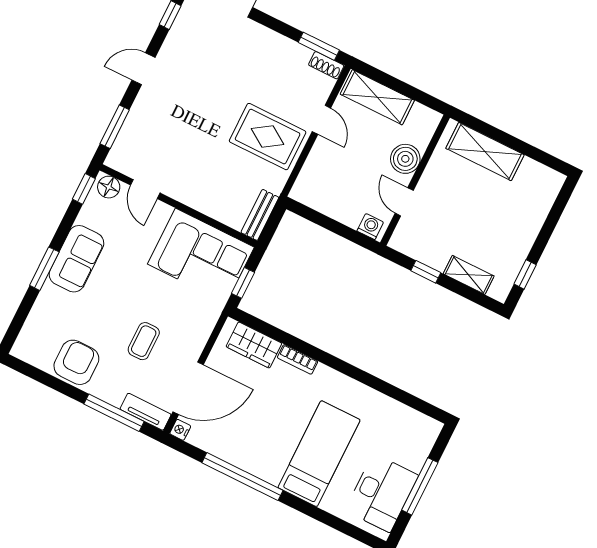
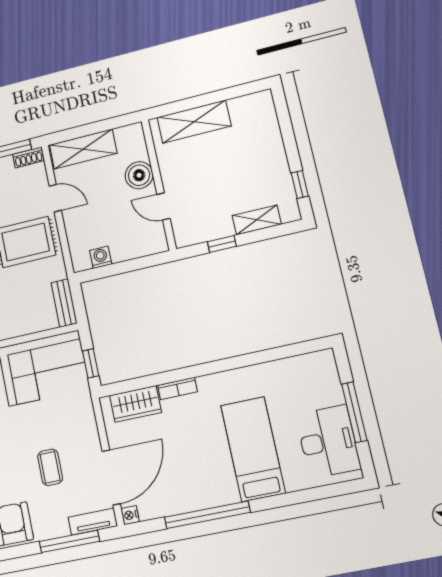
washing machine: (370, 227) -> (101, 257), moved

